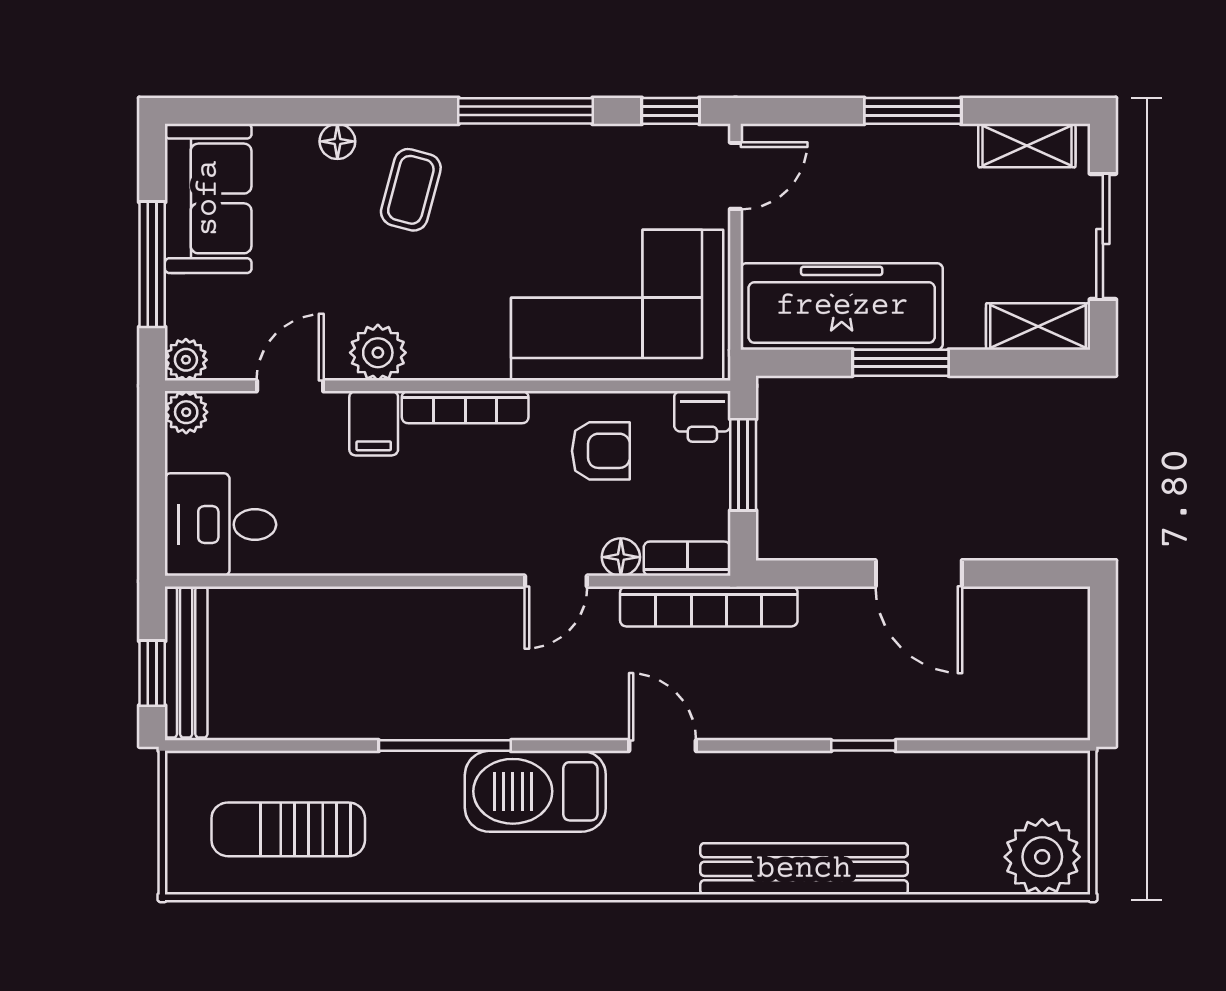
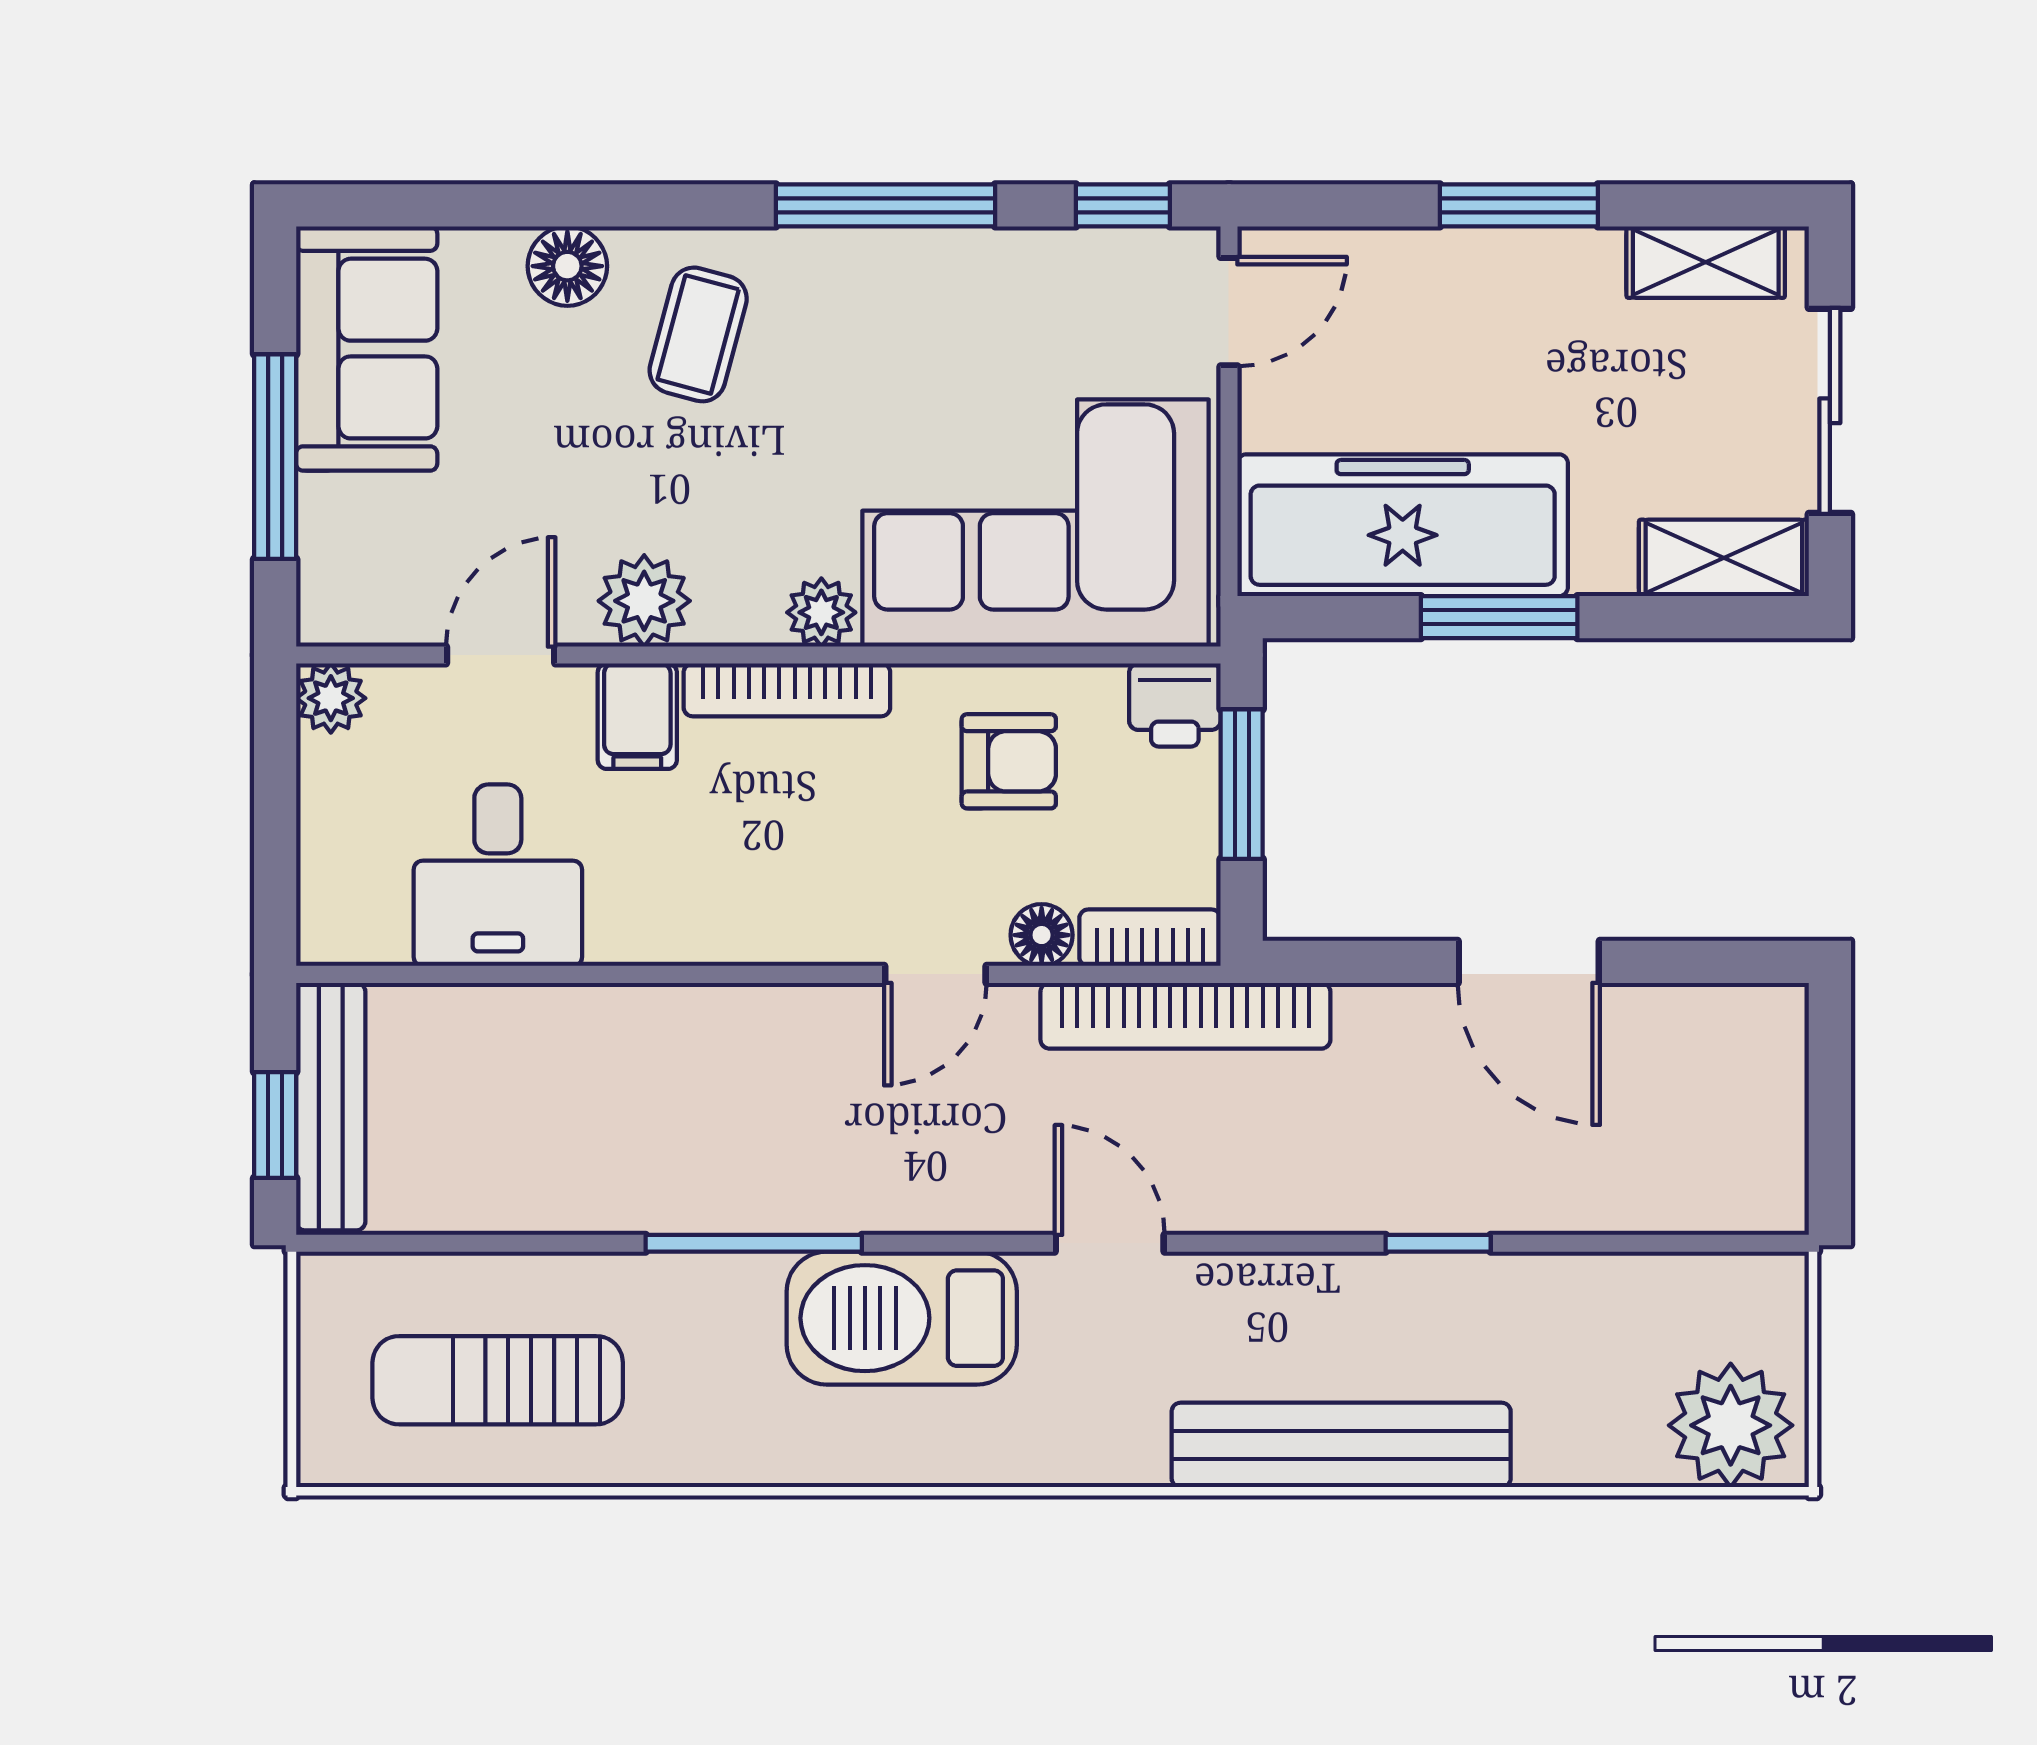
floor lamp: (337, 141) -> (567, 266), width x1.37, depth x1.37
plant: (186, 360) -> (821, 612), moved
desk: (220, 525) -> (498, 875), moved, turned -90

